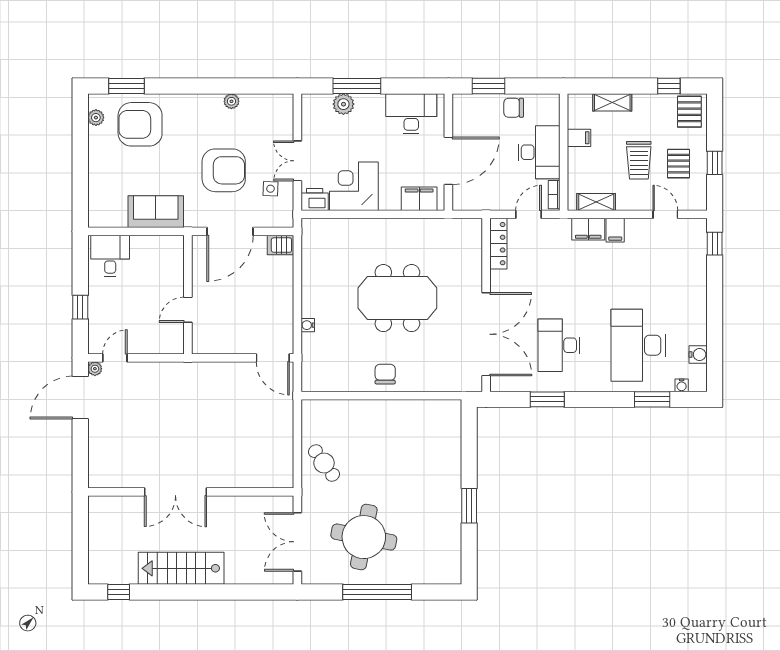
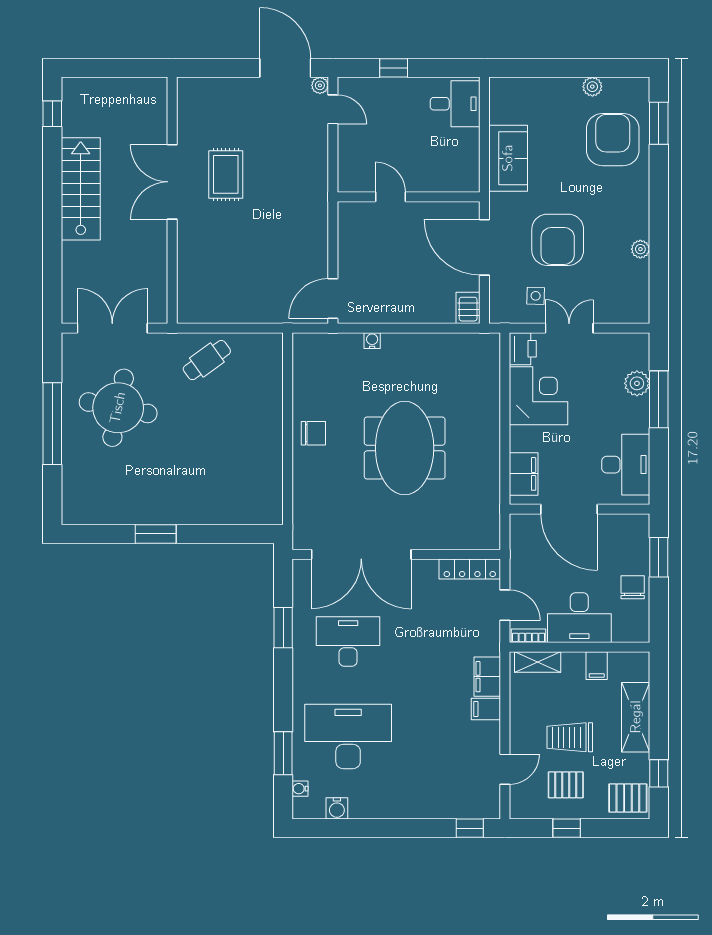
shelving: (612, 102) -> (636, 717), width x1.50, depth x1.33
plant: (96, 118) -> (592, 87), moved
shelving: (596, 202) -> (538, 662), moved, turned 90
rug: (169, 447) -> (226, 174), added

